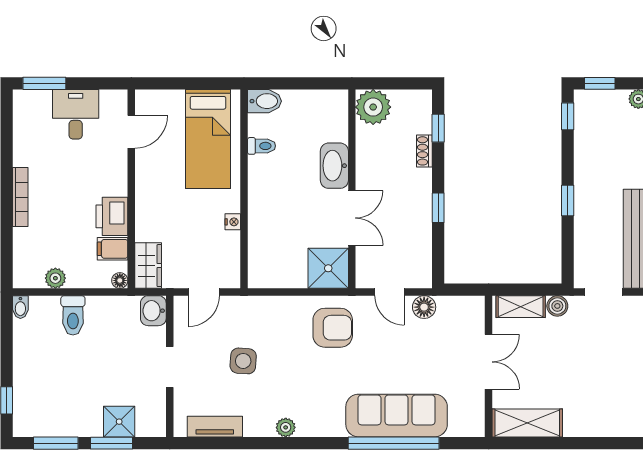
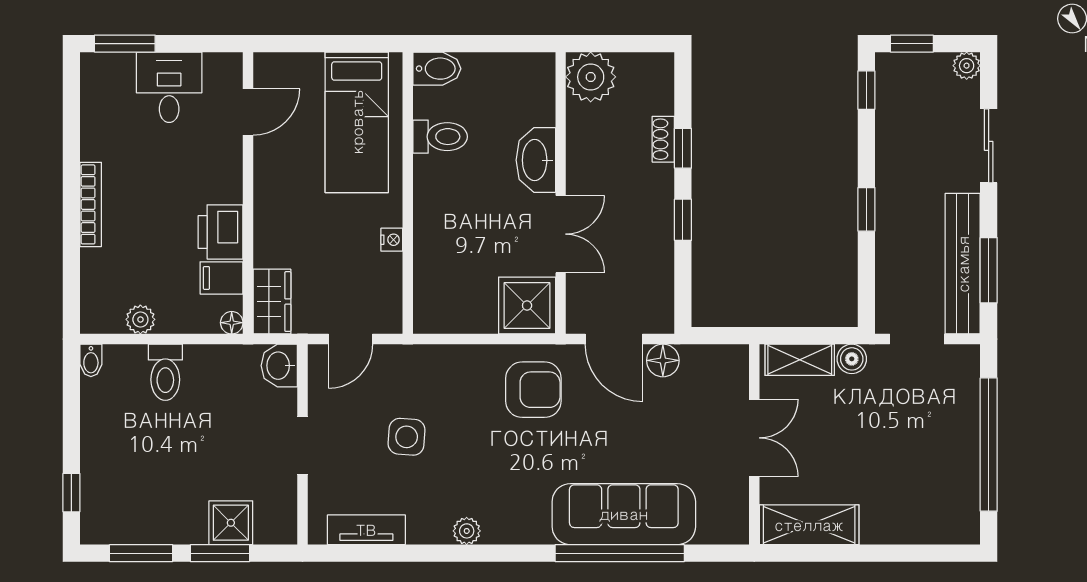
window: (438, 128) -> (683, 148), moved
toilet: (262, 146) -> (440, 137), width x1.37, depth x1.39
door: (389, 292) -> (614, 339), width x1.38

